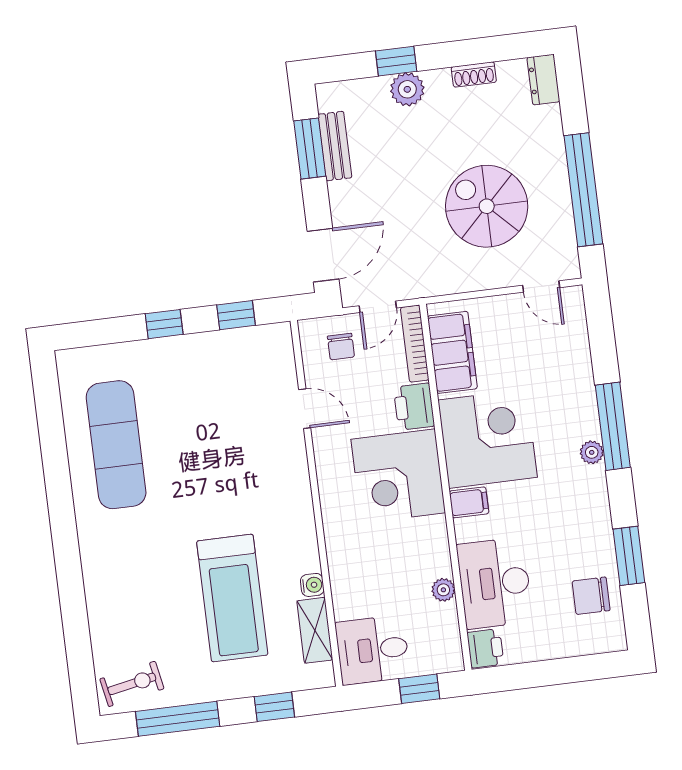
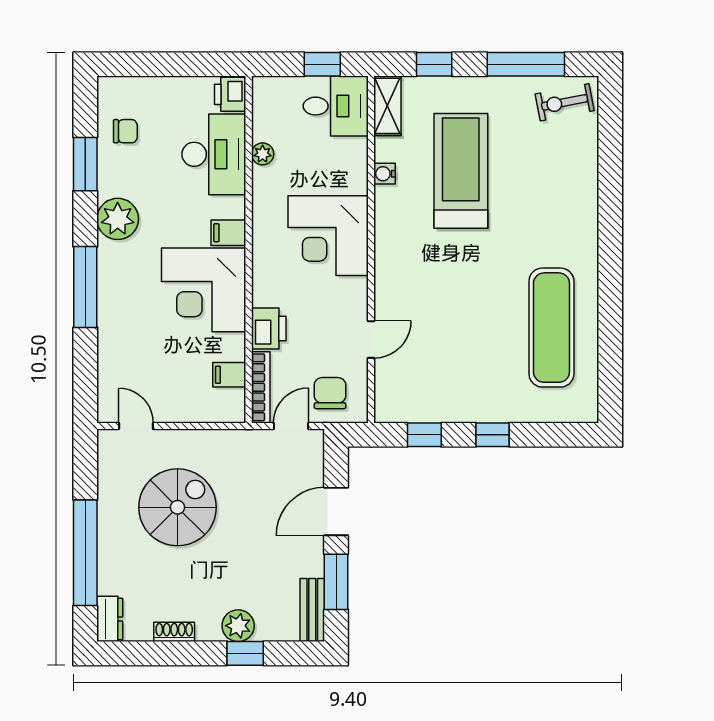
bench: (335, 146) -> (312, 610), moved
window: (583, 190) -> (85, 553), moved
spiral stairs: (487, 206) -> (177, 507), turned -90
door: (323, 255) -> (336, 511), moved
chair: (341, 347) -> (330, 393), width x1.37, depth x1.37
filing cabinet: (452, 352) -> (229, 375), width x0.33, depth x0.86
door: (305, 409) -> (371, 339), swing flipped
plant: (592, 452) -> (118, 219), moved, width x1.87, depth x1.87
corner desk: (398, 476) -> (328, 236), moved, turned 180
chair: (591, 596) -> (125, 131), width x0.73, depth x0.73
shelving: (315, 630) -> (387, 106), moved
window: (419, 689) -> (322, 64), moved

